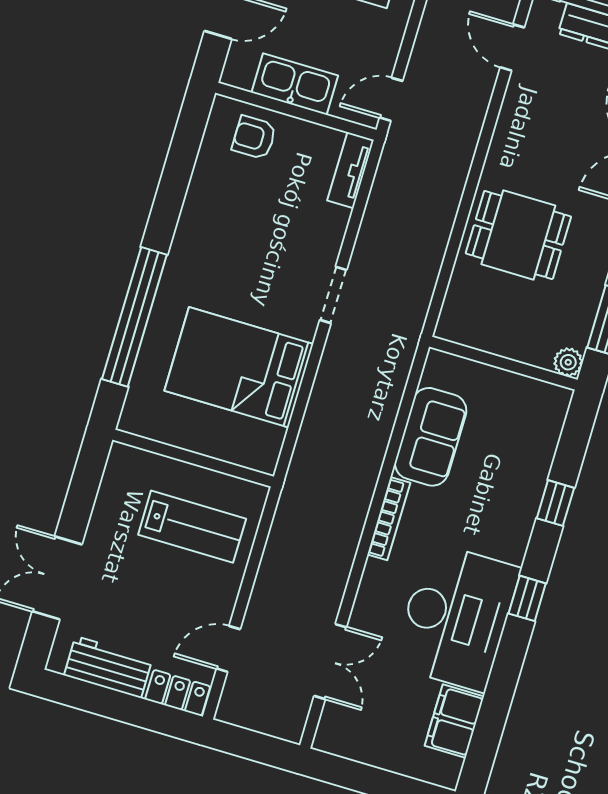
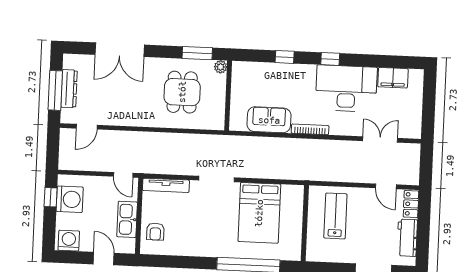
tv unit: (351, 170) -> (166, 185), width x1.41
dining table: (518, 235) -> (182, 92), moved
doorway: (333, 295) -> (217, 179), width x1.38

